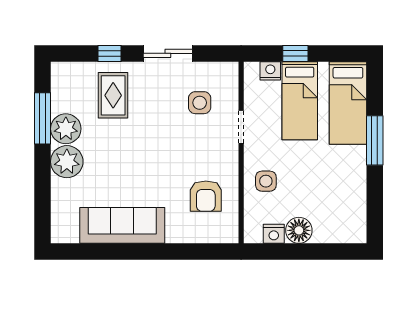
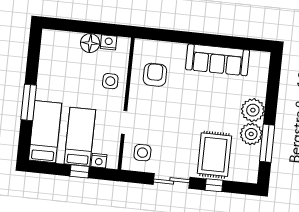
rug: (113, 95) -> (214, 155), width x1.36, depth x1.43
side table: (200, 103) -> (142, 153), moved

